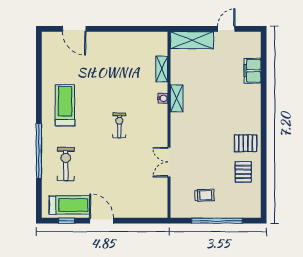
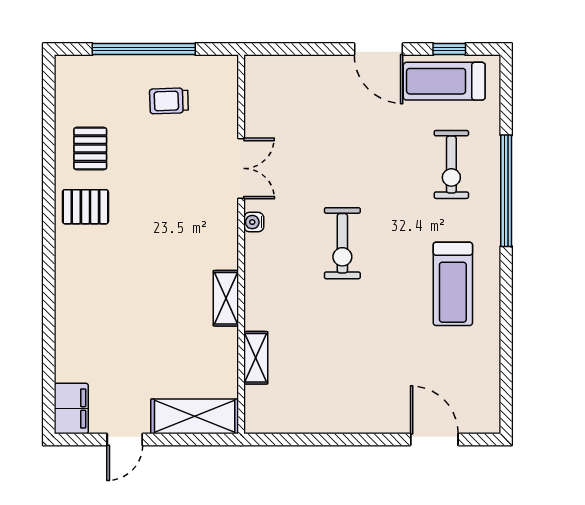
filing cabinet: (253, 71) -> (71, 408), moved
water cooler: (163, 98) -> (254, 222), moved
exercise bike: (119, 125) -> (342, 243), width x1.38, depth x1.39

